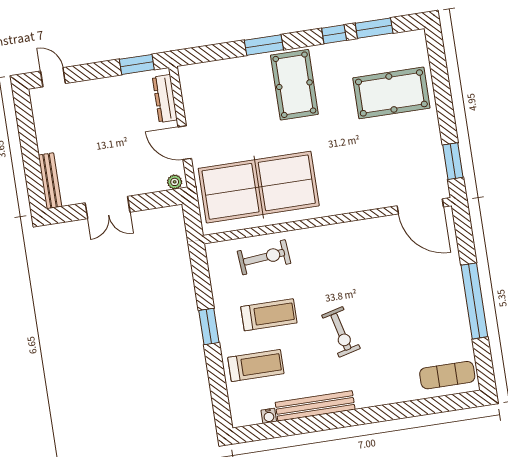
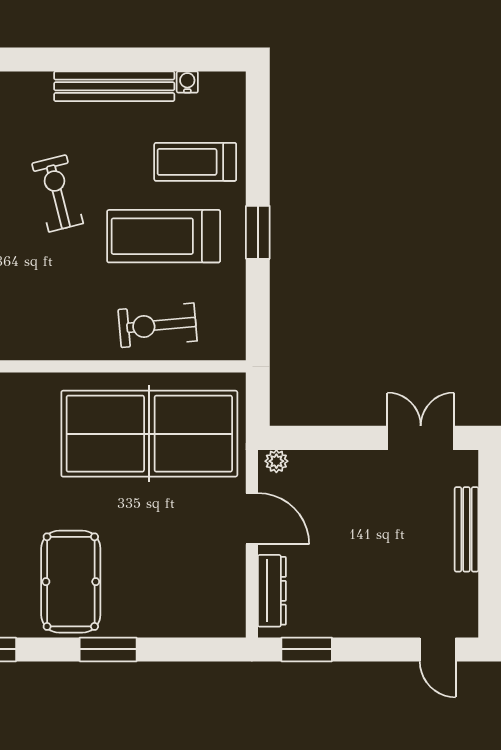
bench: (50, 181) -> (467, 529), moved
double door: (108, 207) -> (421, 438), moved
treadmill: (269, 315) -> (164, 236), width x1.37, depth x1.38

